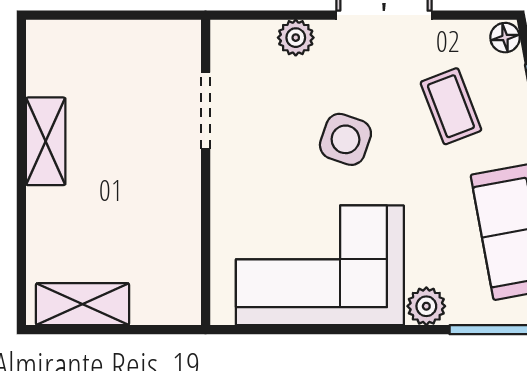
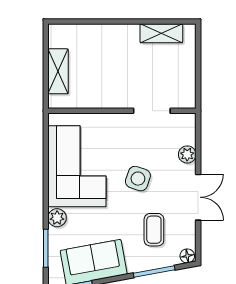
coffee table: (451, 106) -> (154, 230), turned -69
shelving: (46, 141) -> (161, 33), moved
shelving: (83, 304) -> (58, 71), moved

